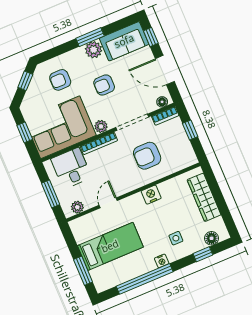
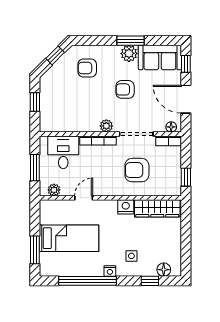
corner sofa: (60, 127) -> (69, 111), removed
window: (190, 130) -> (186, 177), moved
wardrobe: (204, 197) -> (157, 208), moved, turned -90

